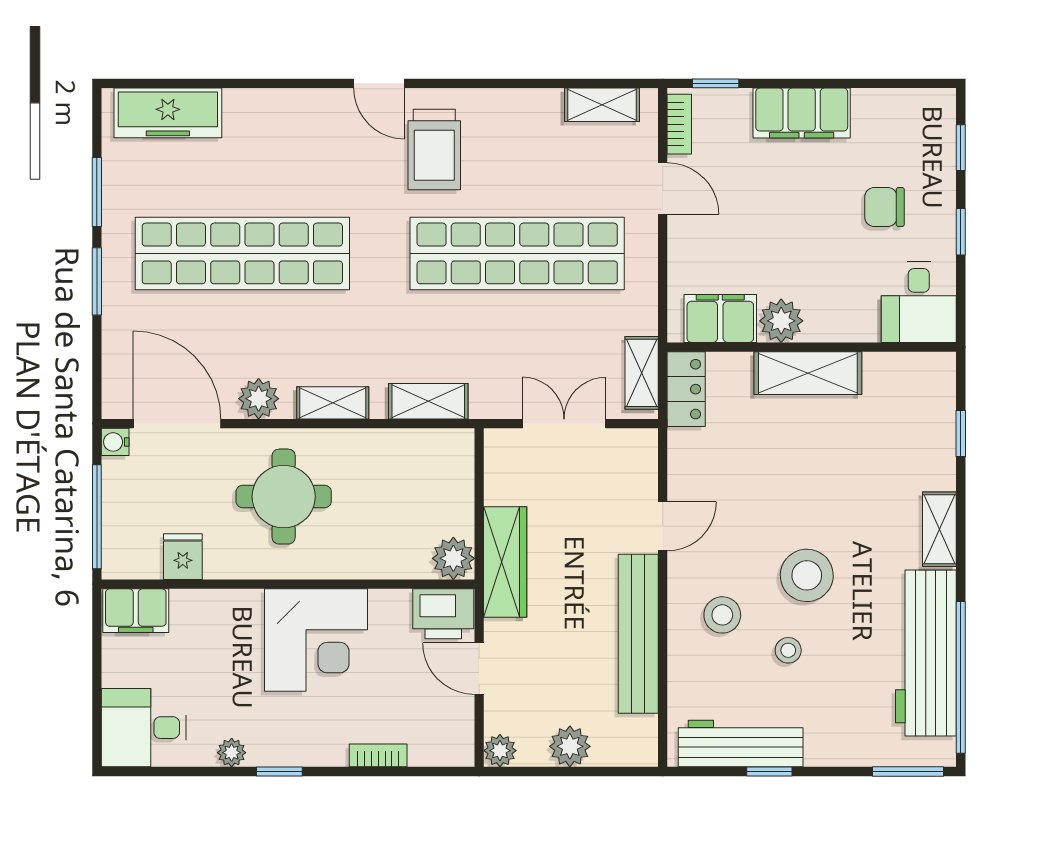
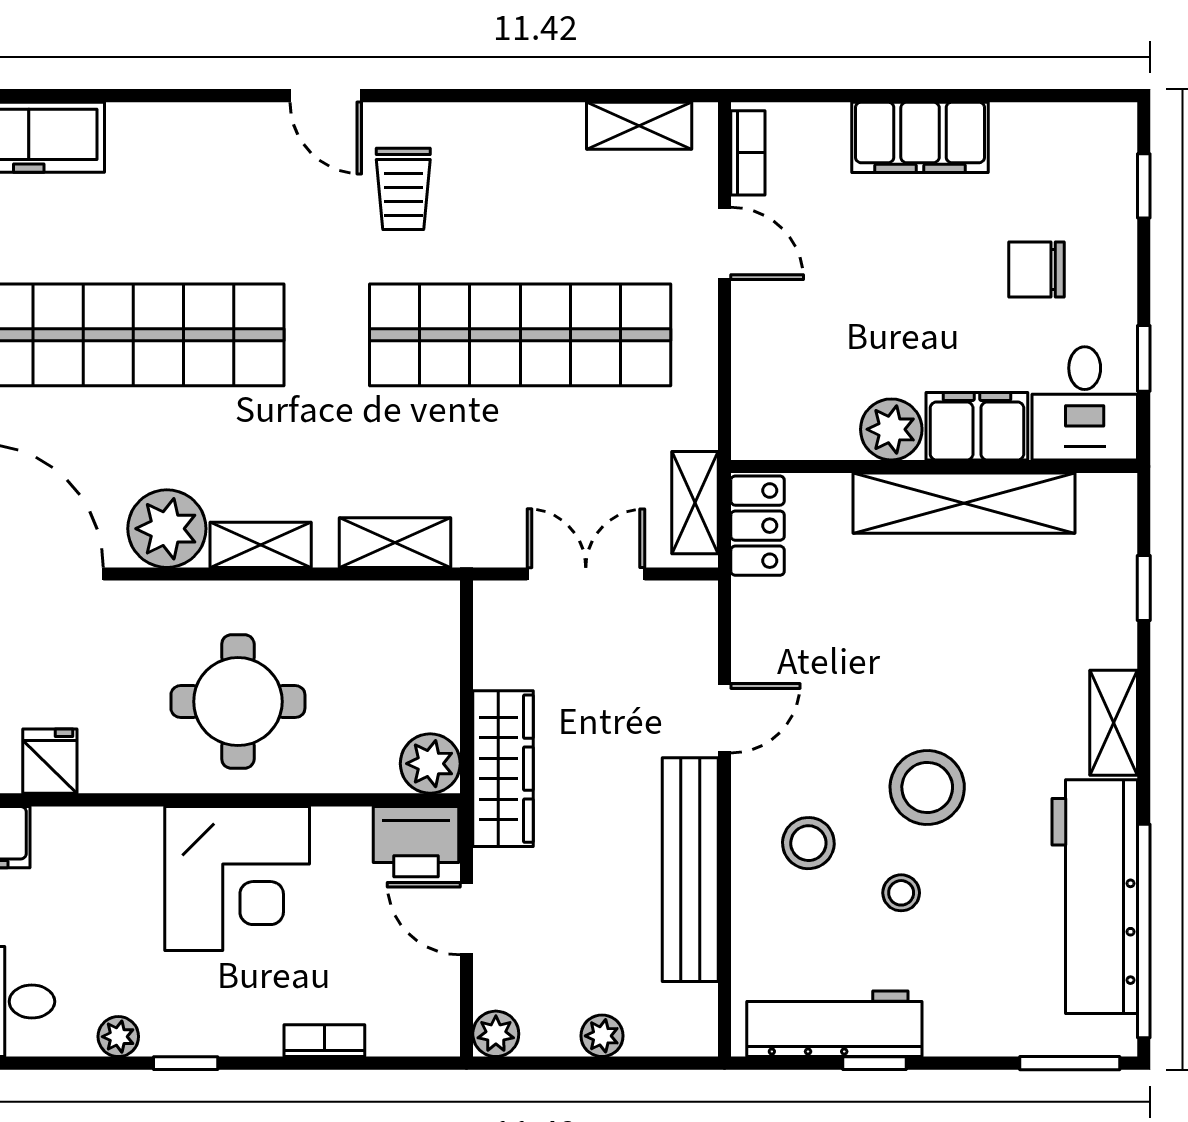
window: (716, 83) -> (799, 96), removed
trolley: (434, 150) -> (403, 189), width x0.73, depth x0.72
window: (961, 232) -> (1144, 358), moved
filing cabinet: (720, 318) -> (977, 426), moved
shelving: (808, 373) -> (964, 503), width x1.47
plant: (259, 399) -> (167, 529), width x1.36, depth x1.36
round table: (284, 497) -> (238, 702), moved
plant: (570, 746) -> (602, 1036), width x0.73, depth x0.73

